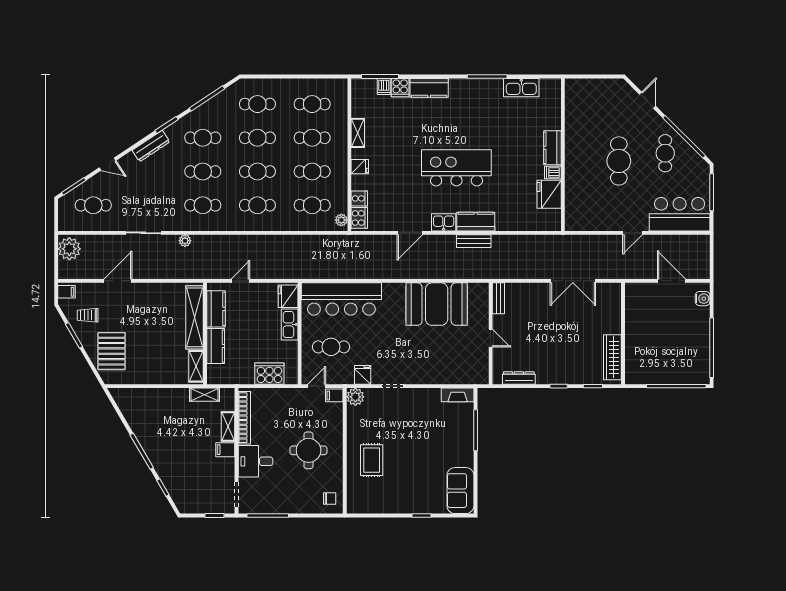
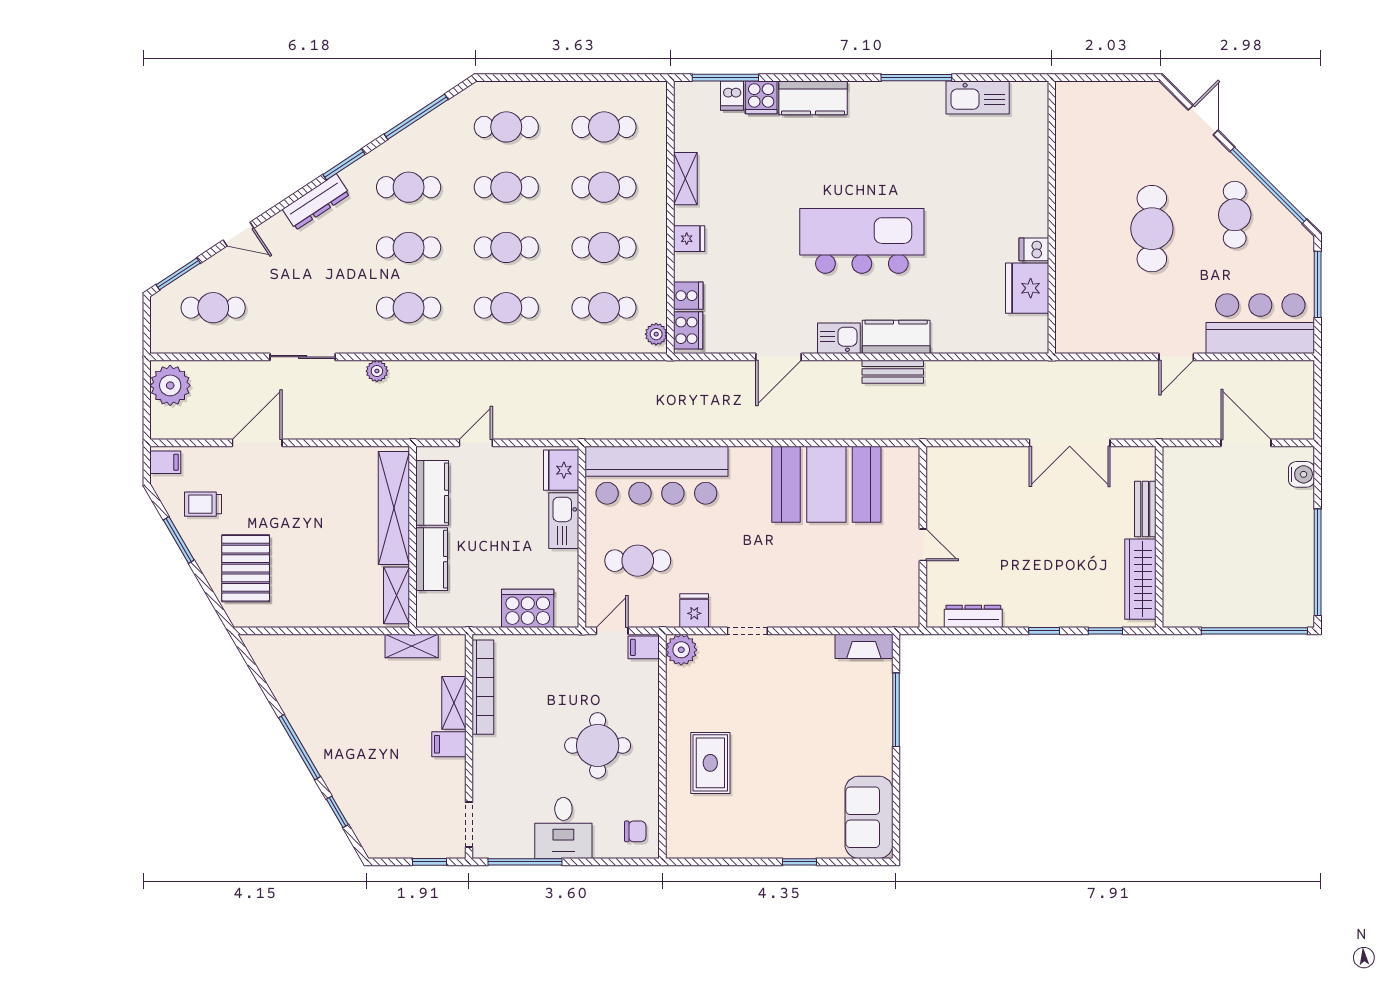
kitchen counter: (552, 148) -> (1033, 205), removed
bench: (498, 298) -> (1145, 509), moved
desk: (256, 461) -> (563, 828), moved, turned -90

